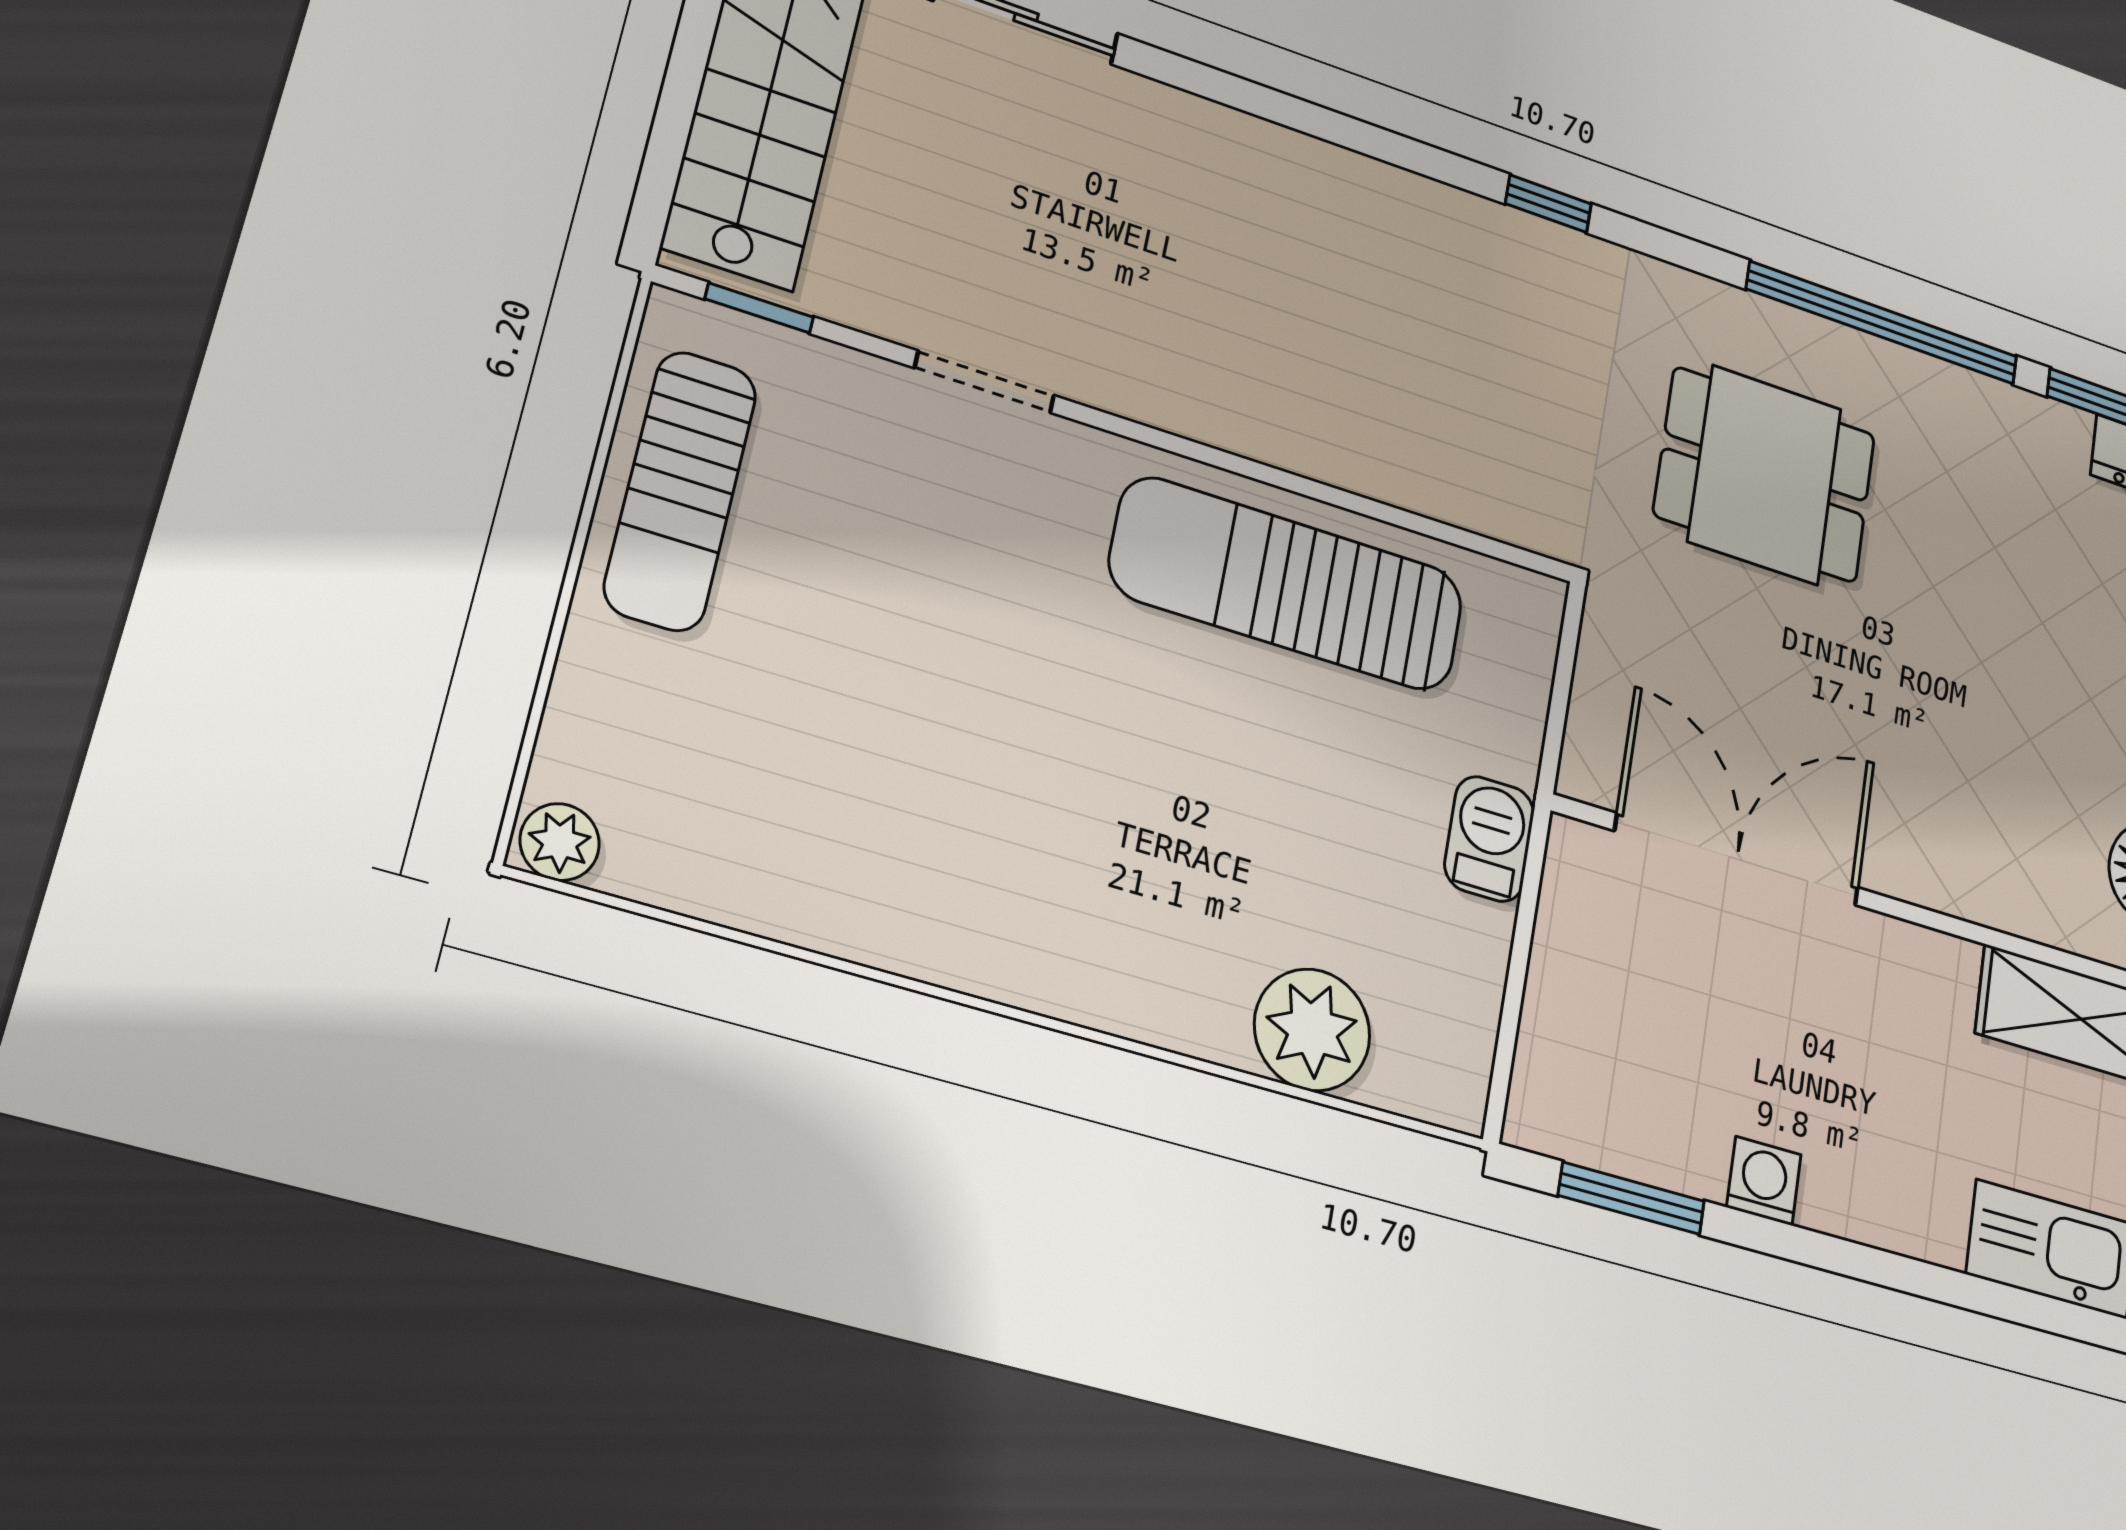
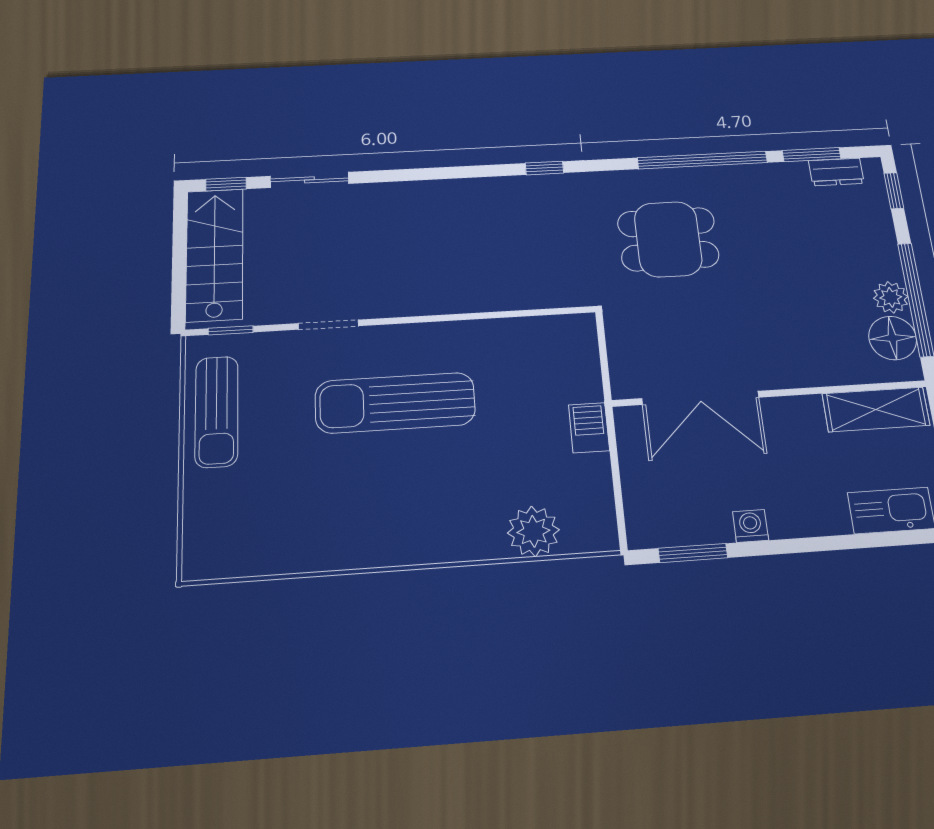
sun lounger: (1287, 584) -> (395, 403), moved
plant: (560, 842) -> (202, 565), removed
double door: (1737, 859) -> (700, 398), swing flipped

